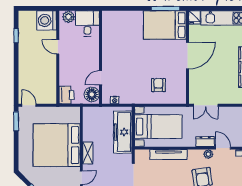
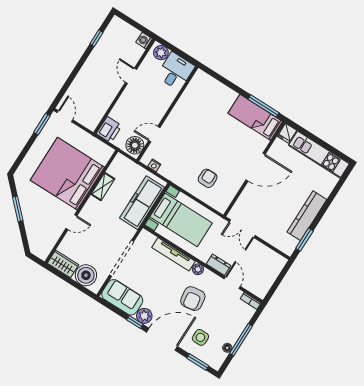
washing machine: (47, 20) -> (144, 41), width x0.53, depth x0.53
bed: (165, 25) -> (255, 117), width x0.67
shelving: (88, 153) -> (103, 187), moved
plant: (208, 154) -> (198, 269), moved

